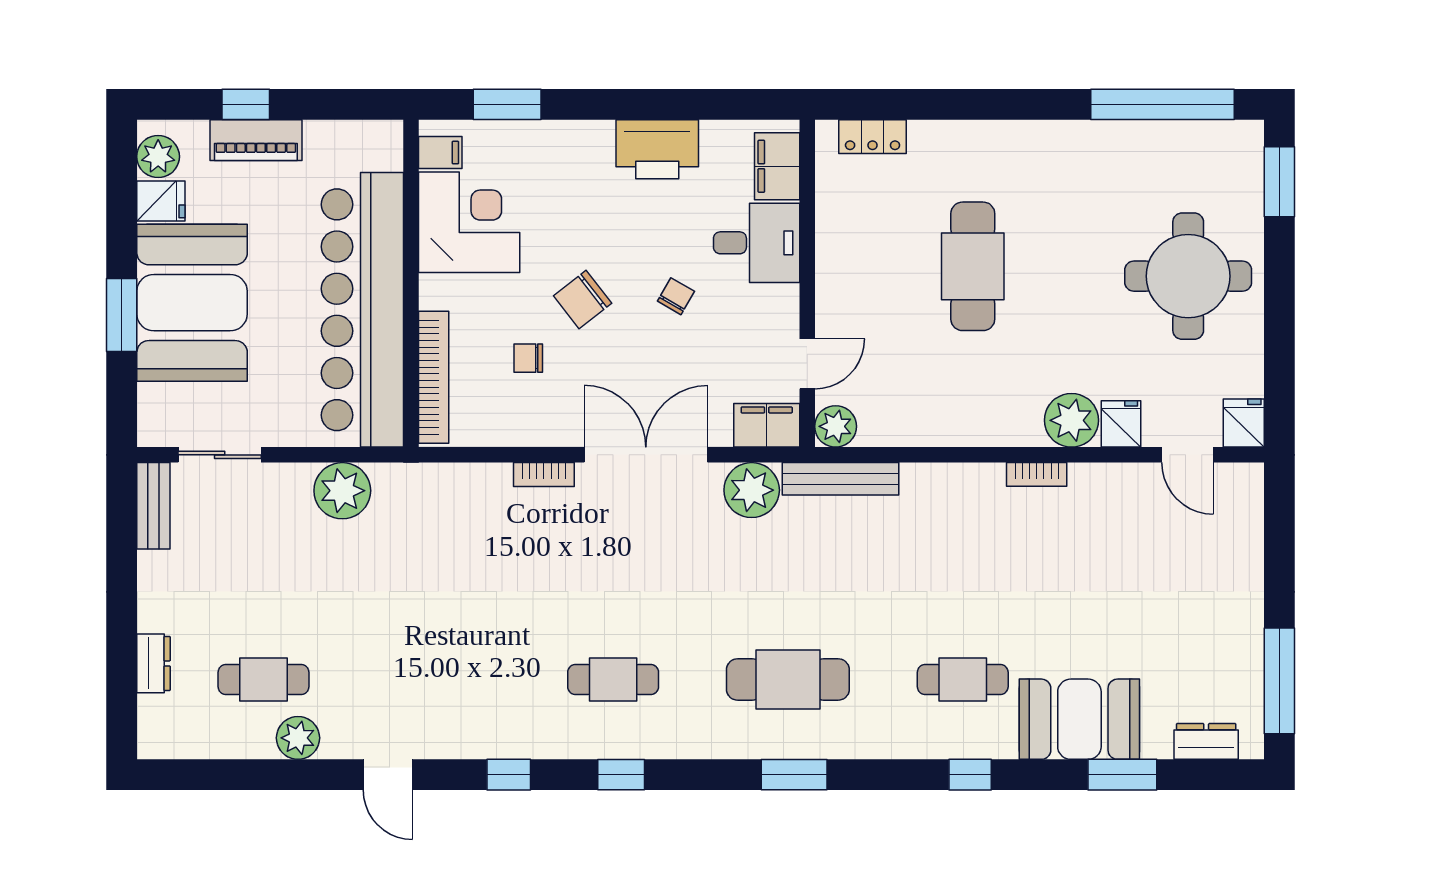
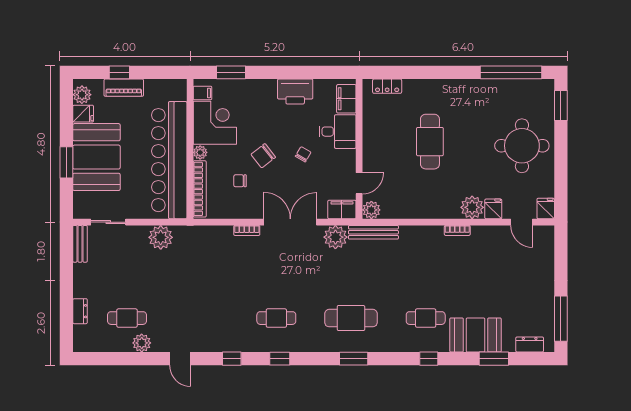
plant: (435, 292) -> (200, 152), added

